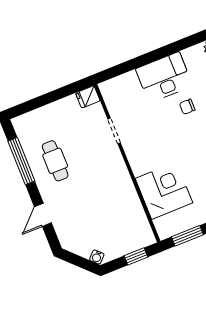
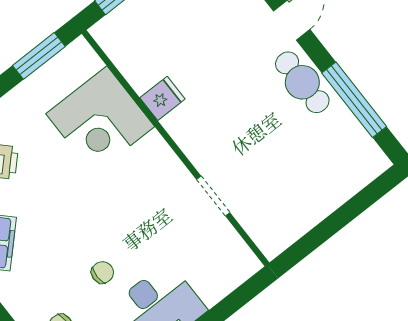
fridge: (88, 97) -> (162, 98), moved
cafe table: (55, 161) -> (302, 82), moved

